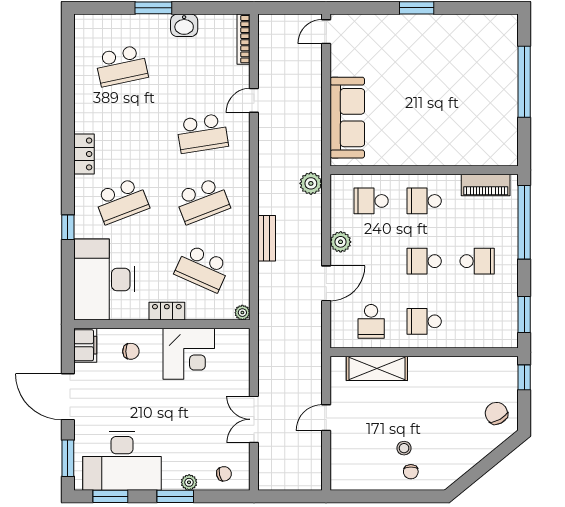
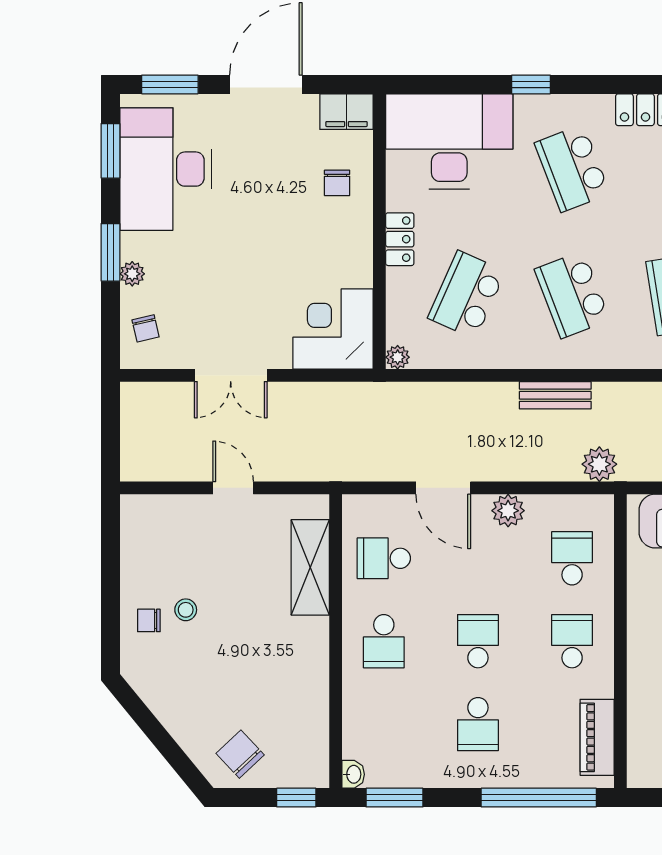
bench: (267, 238) -> (555, 395), moved
school desk: (424, 321) -> (384, 641), turned 180
washbasin: (509, 341) -> (353, 774), added
corner desk: (189, 354) -> (333, 329), moved, turned 90
chair: (496, 413) -> (240, 754), turned -104
double door: (254, 419) -> (231, 375), swing flipped

